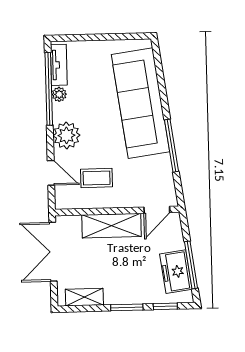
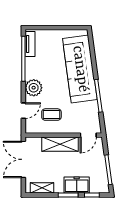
plant: (59, 94) -> (30, 62), removed
door: (51, 173) -> (23, 111), hinge flipped
freezer: (176, 272) -> (77, 185), moved, turned 98

